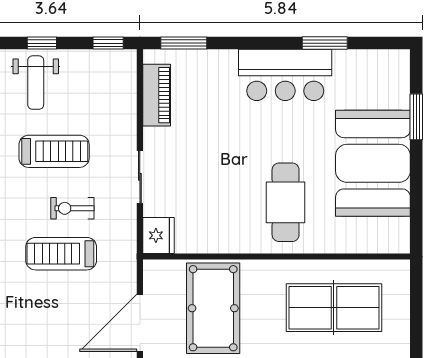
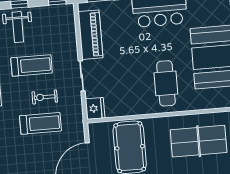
piano: (157, 95) -> (90, 35), width x1.37, depth x1.33
treadmill: (61, 254) -> (40, 123), turned 180

